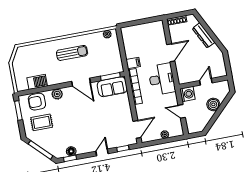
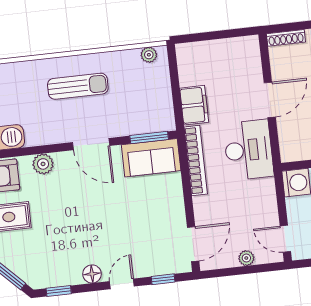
filing cabinet: (133, 63) -> (194, 105), width x2.00
door: (182, 111) -> (285, 239), moved
floor lamp: (71, 151) -> (92, 274), moved

